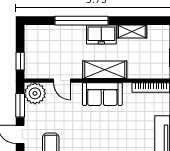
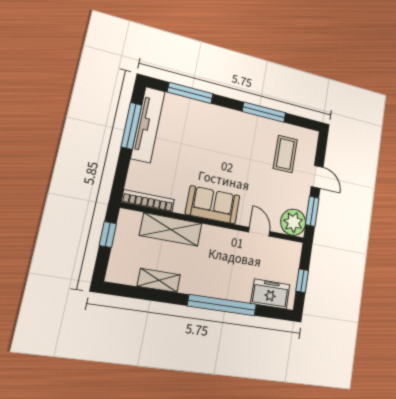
freezer: (101, 34) -> (270, 294), moved
window: (20, 61) -> (302, 281), moved
shelving: (105, 70) -> (171, 229), moved

